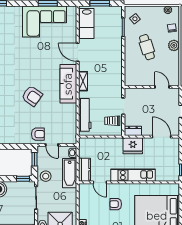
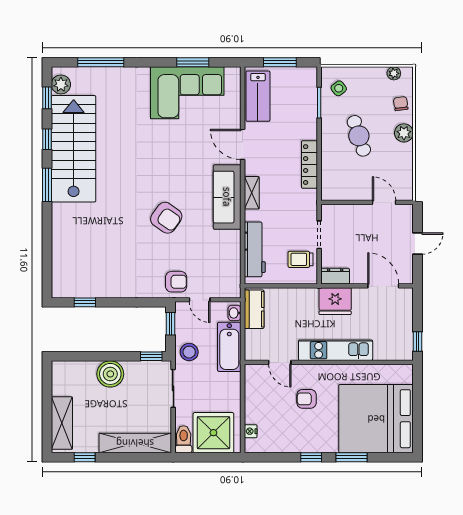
locker: (118, 64) -> (310, 165), added
kitchen counter: (84, 170) -> (254, 309), moved

